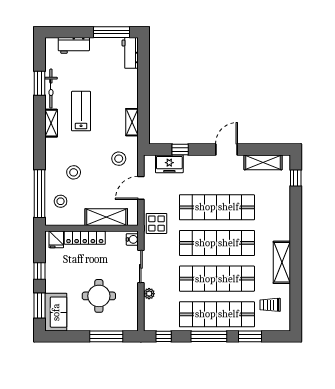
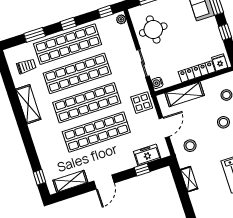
plant: (149, 294) -> (121, 19), moved
round table: (99, 296) -> (153, 30), moved
window: (209, 336) -> (68, 24), width x0.46

